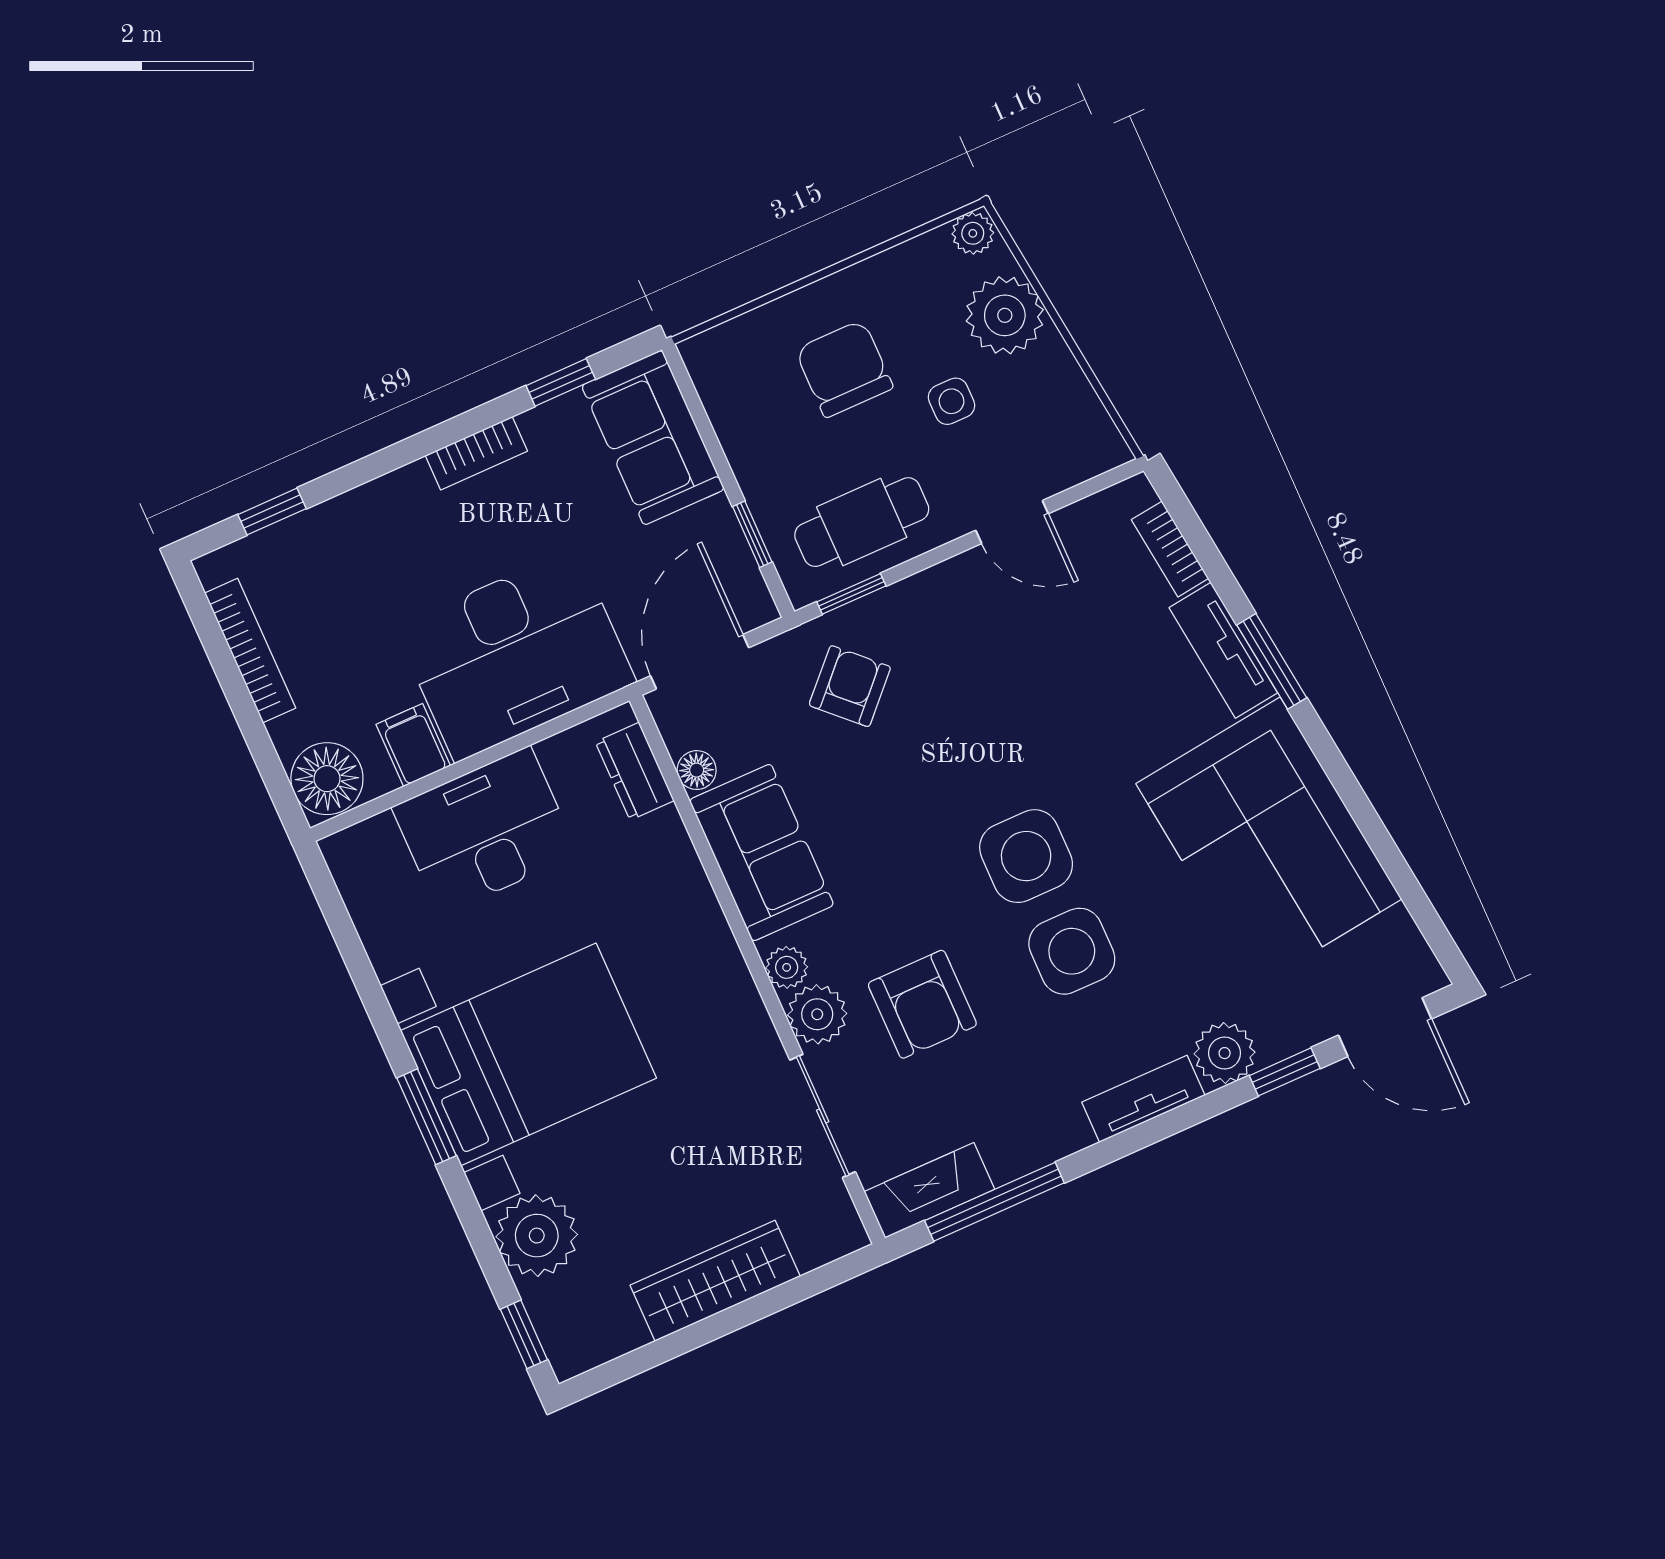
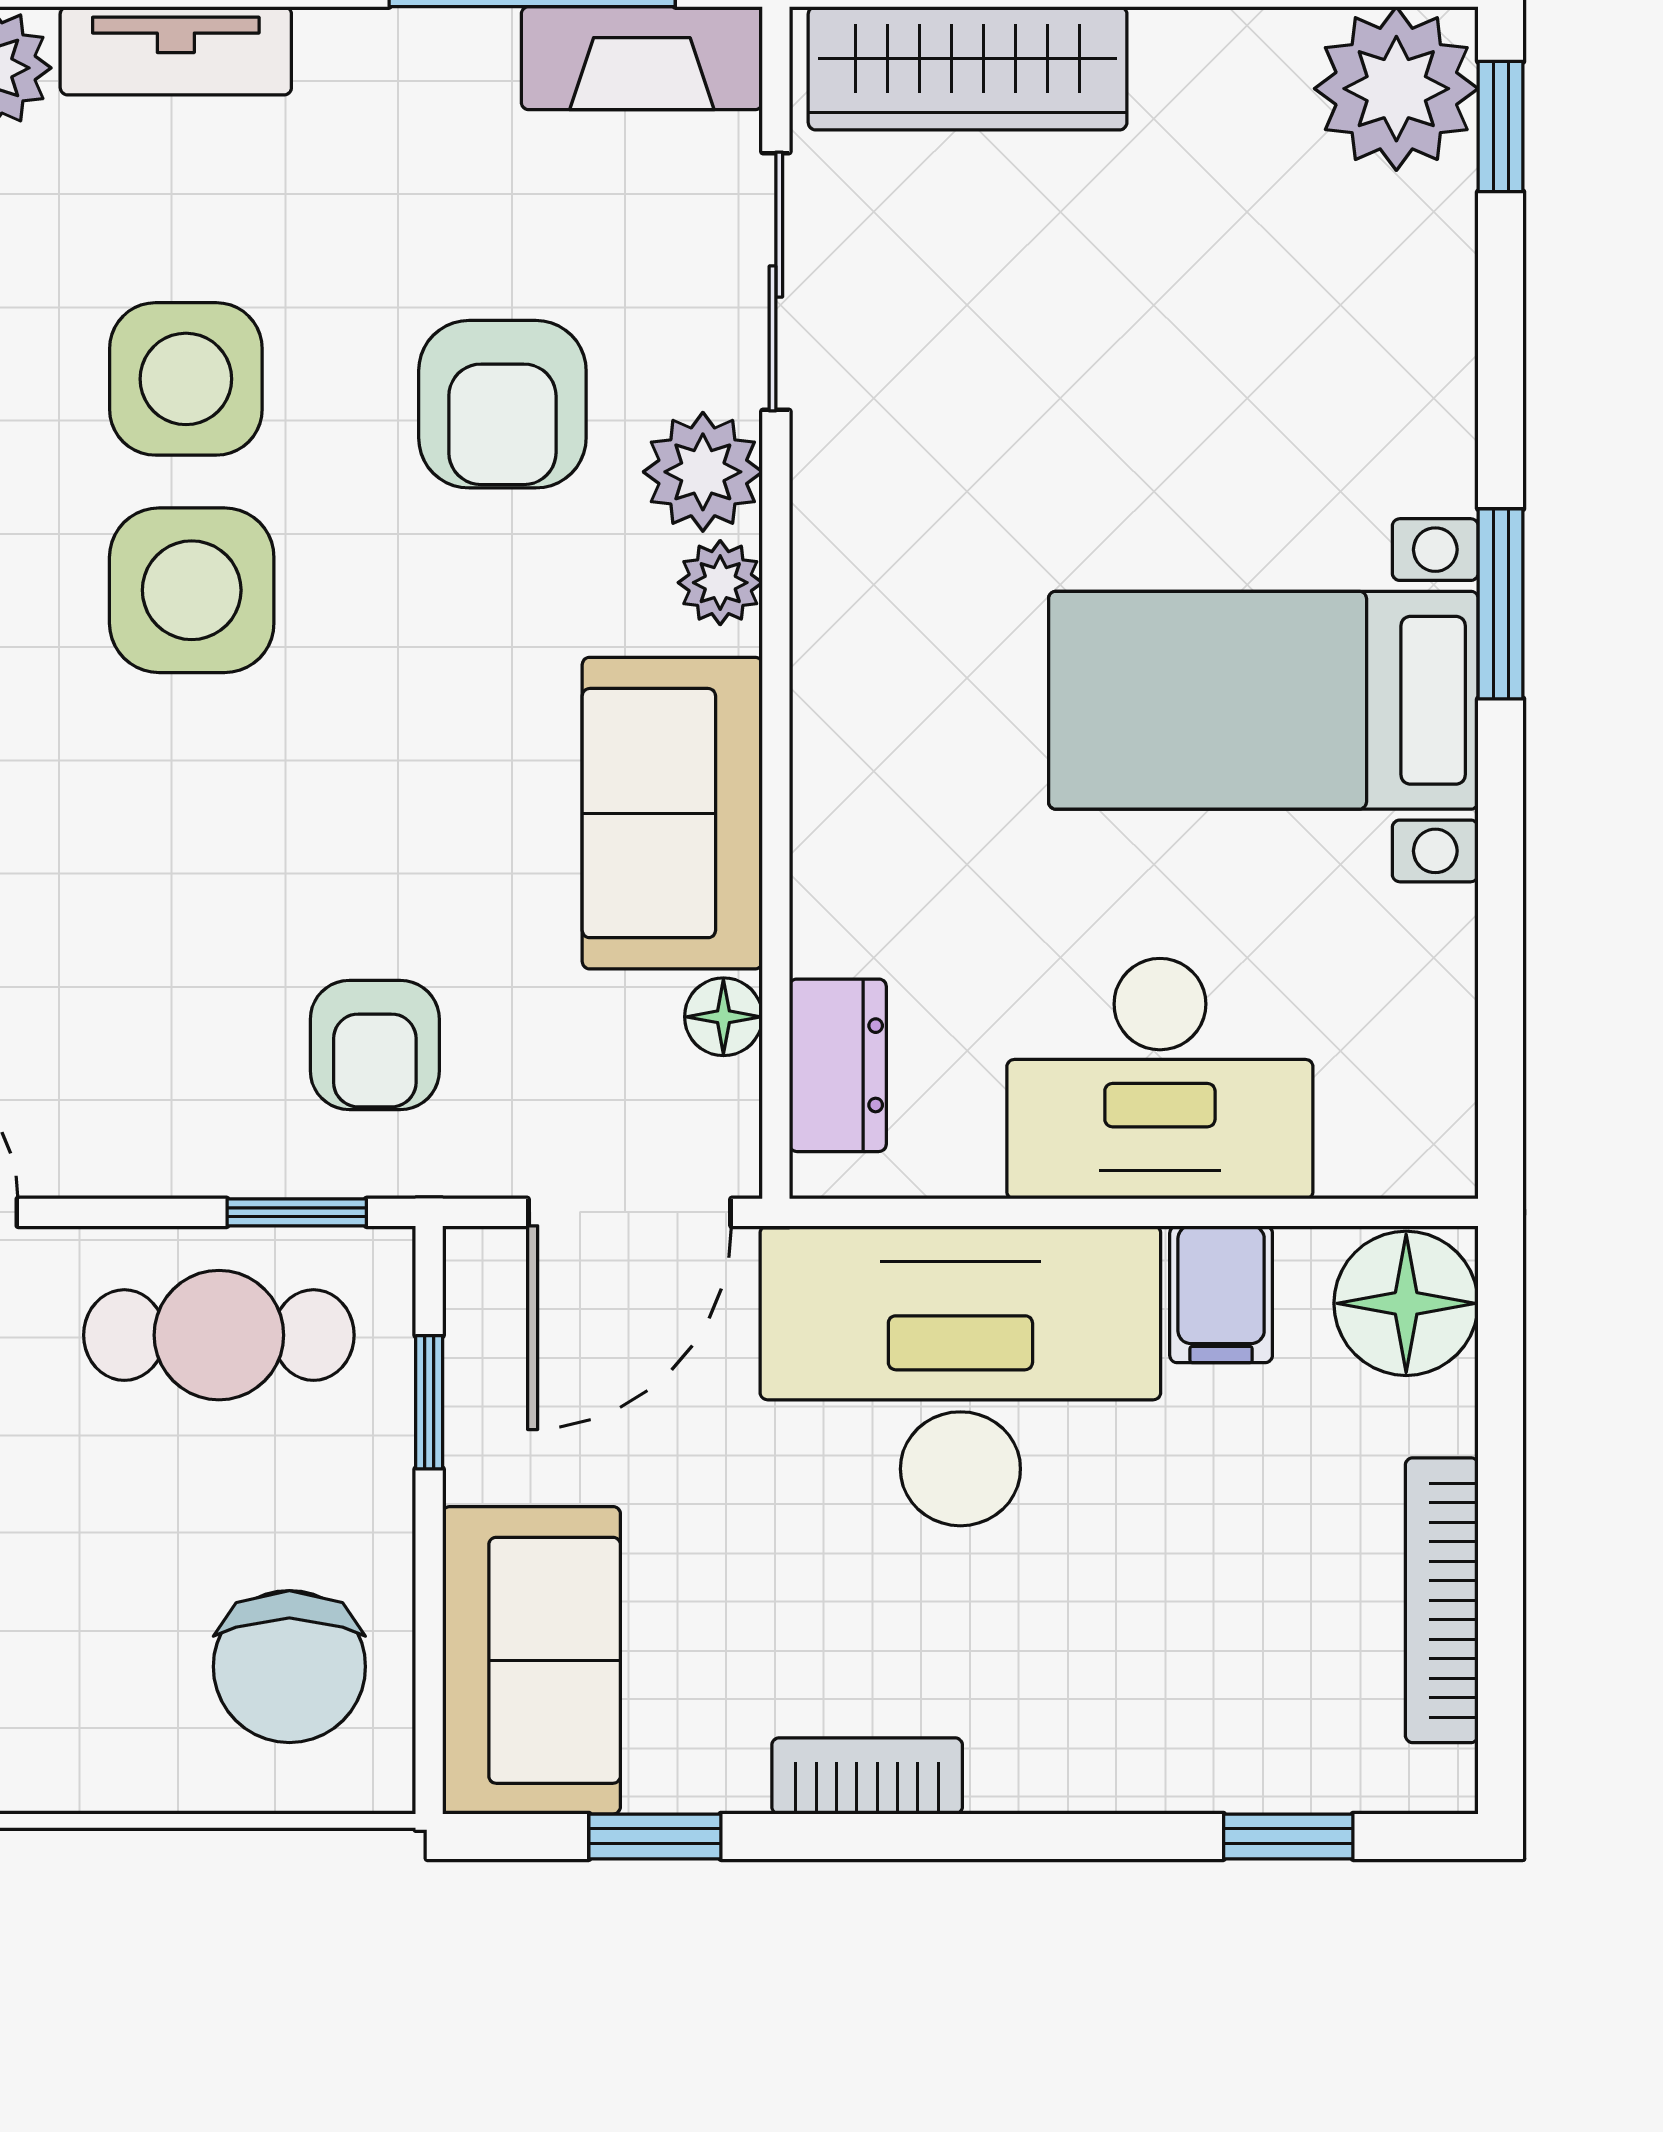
chair: (844, 369) -> (289, 1667), moved
armchair: (850, 686) -> (375, 1045), turned -44
armchair: (922, 1004) -> (502, 404), turned 180
bed with nightstands: (528, 1054) -> (1263, 700), width x0.73
plant: (537, 1236) -> (1396, 89), moved
wardrobe: (715, 1281) -> (968, 68), moved

